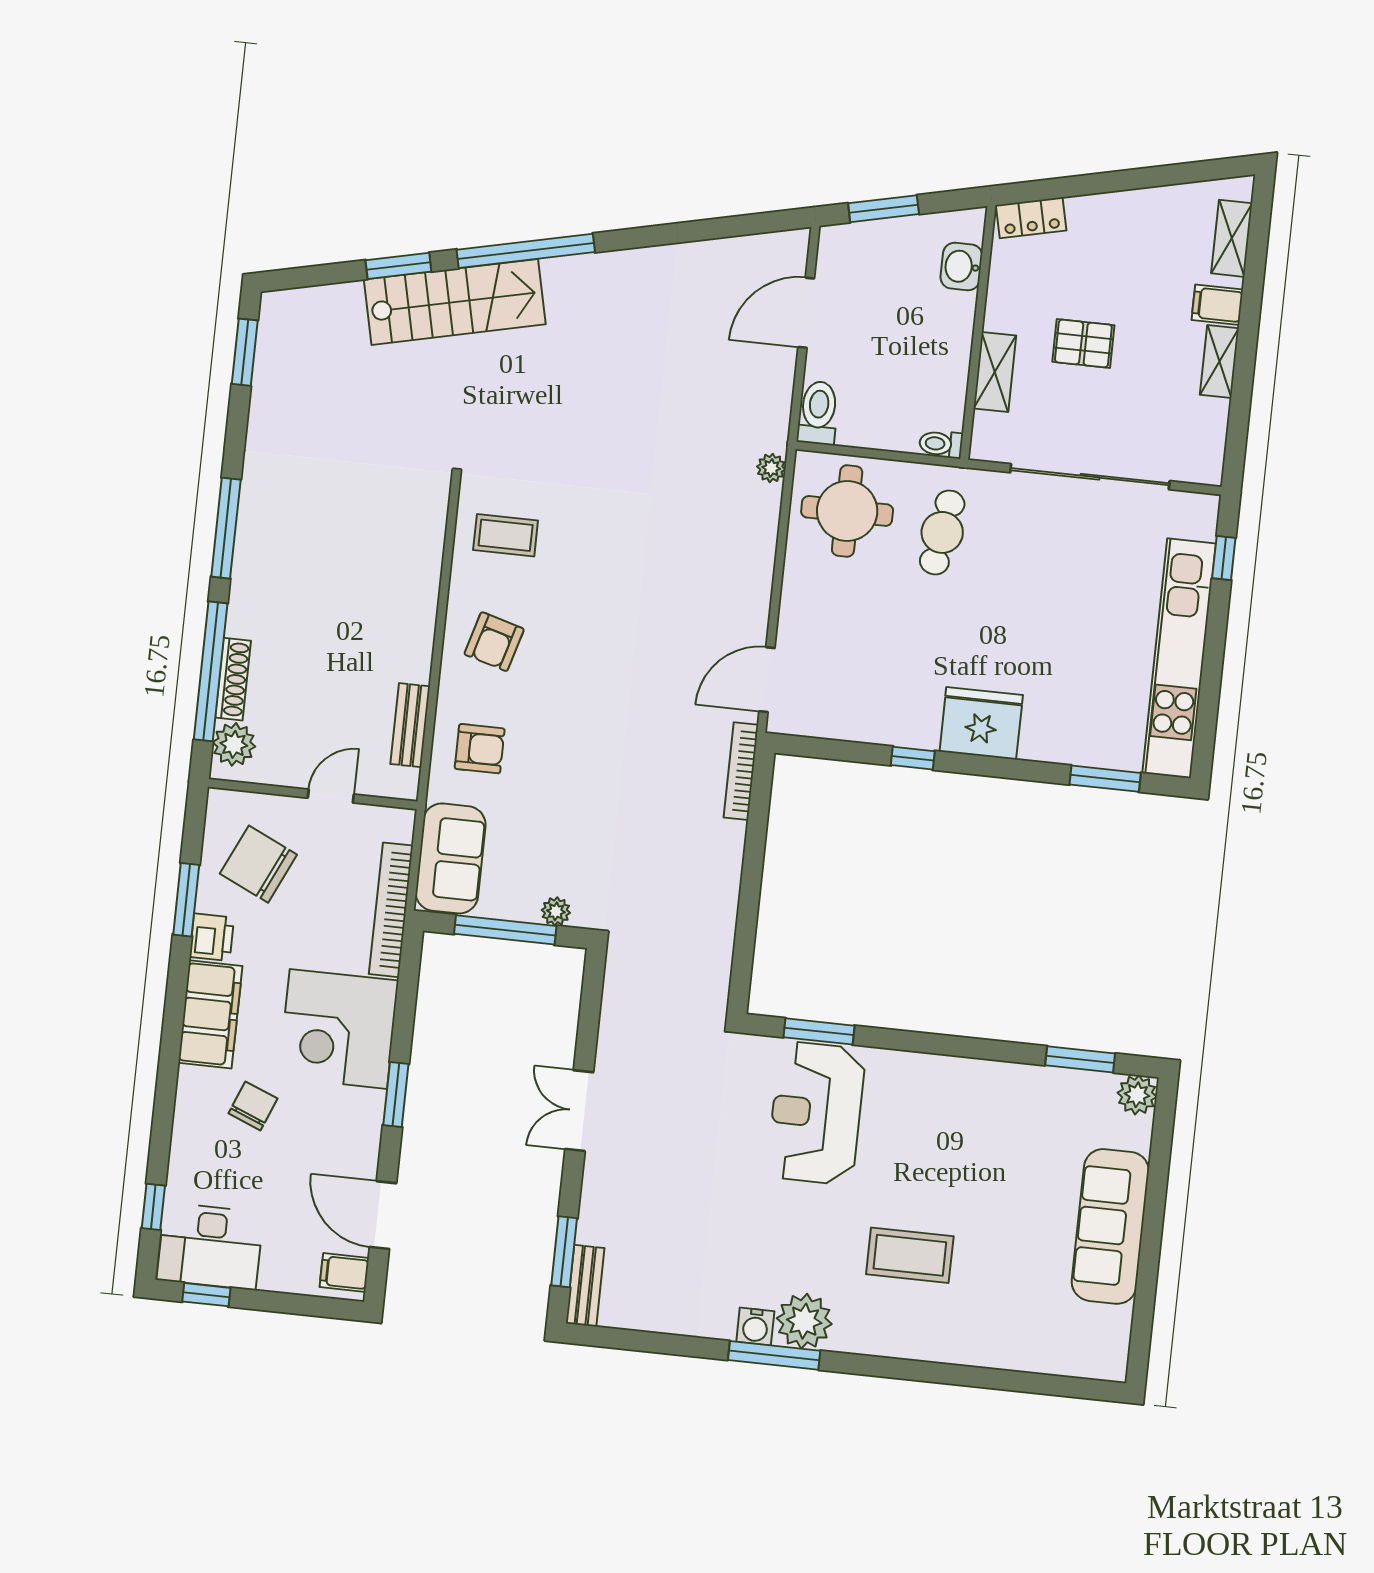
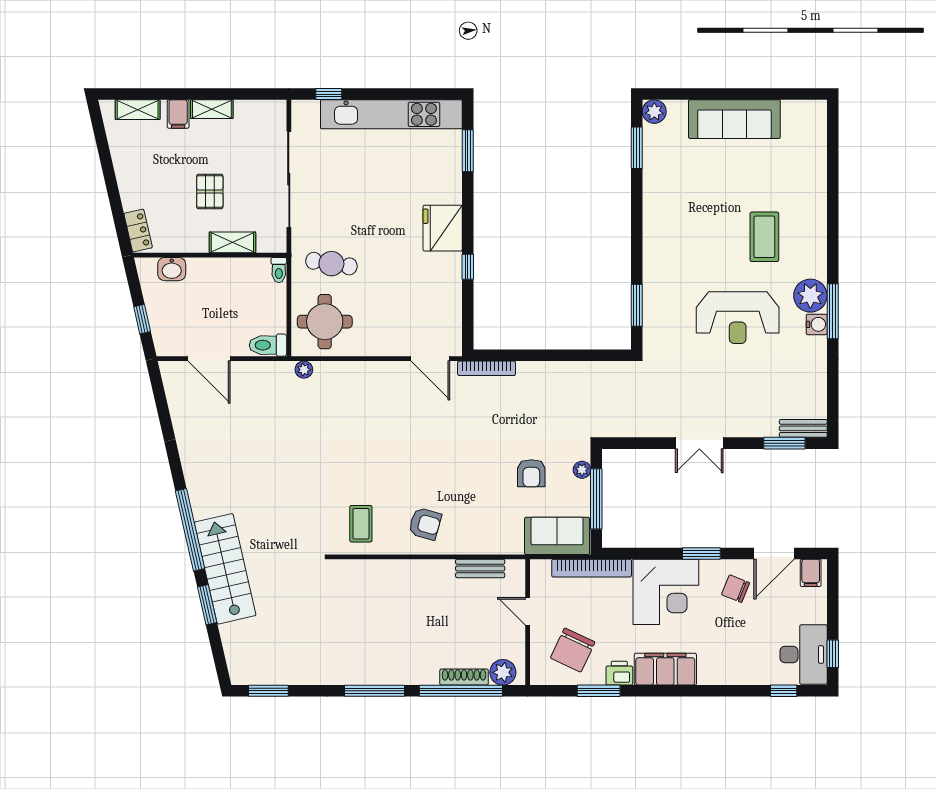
window: (884, 209) -> (142, 319), width x0.67
armchair: (480, 749) -> (531, 473), moved, turned 180
chair: (253, 1106) -> (735, 589), moved
reception desk: (816, 1113) -> (738, 318), moved

